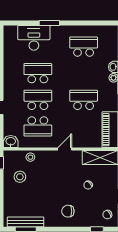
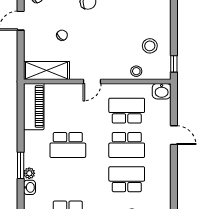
school desk: (38, 73) -> (127, 179), turned 180

